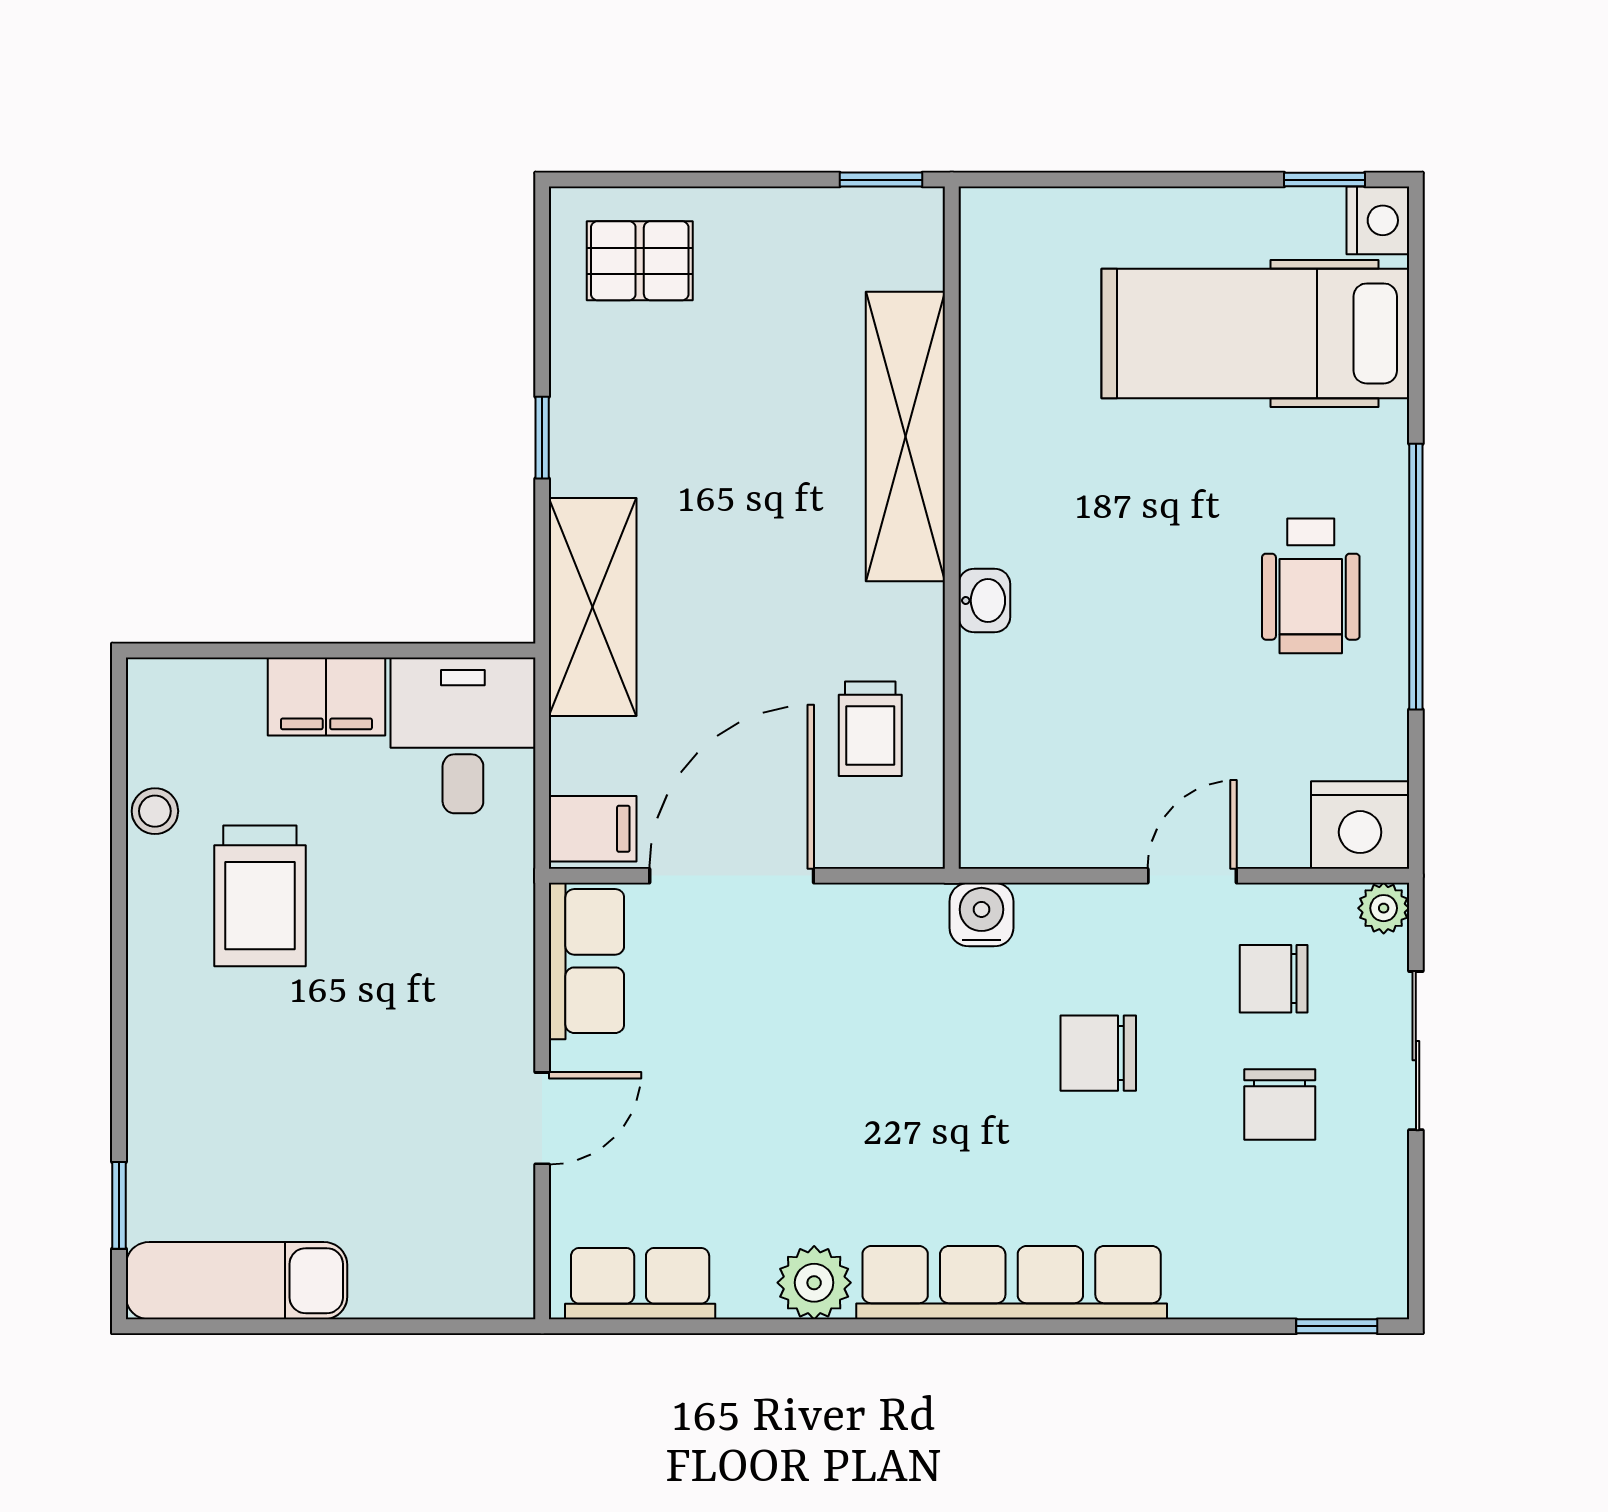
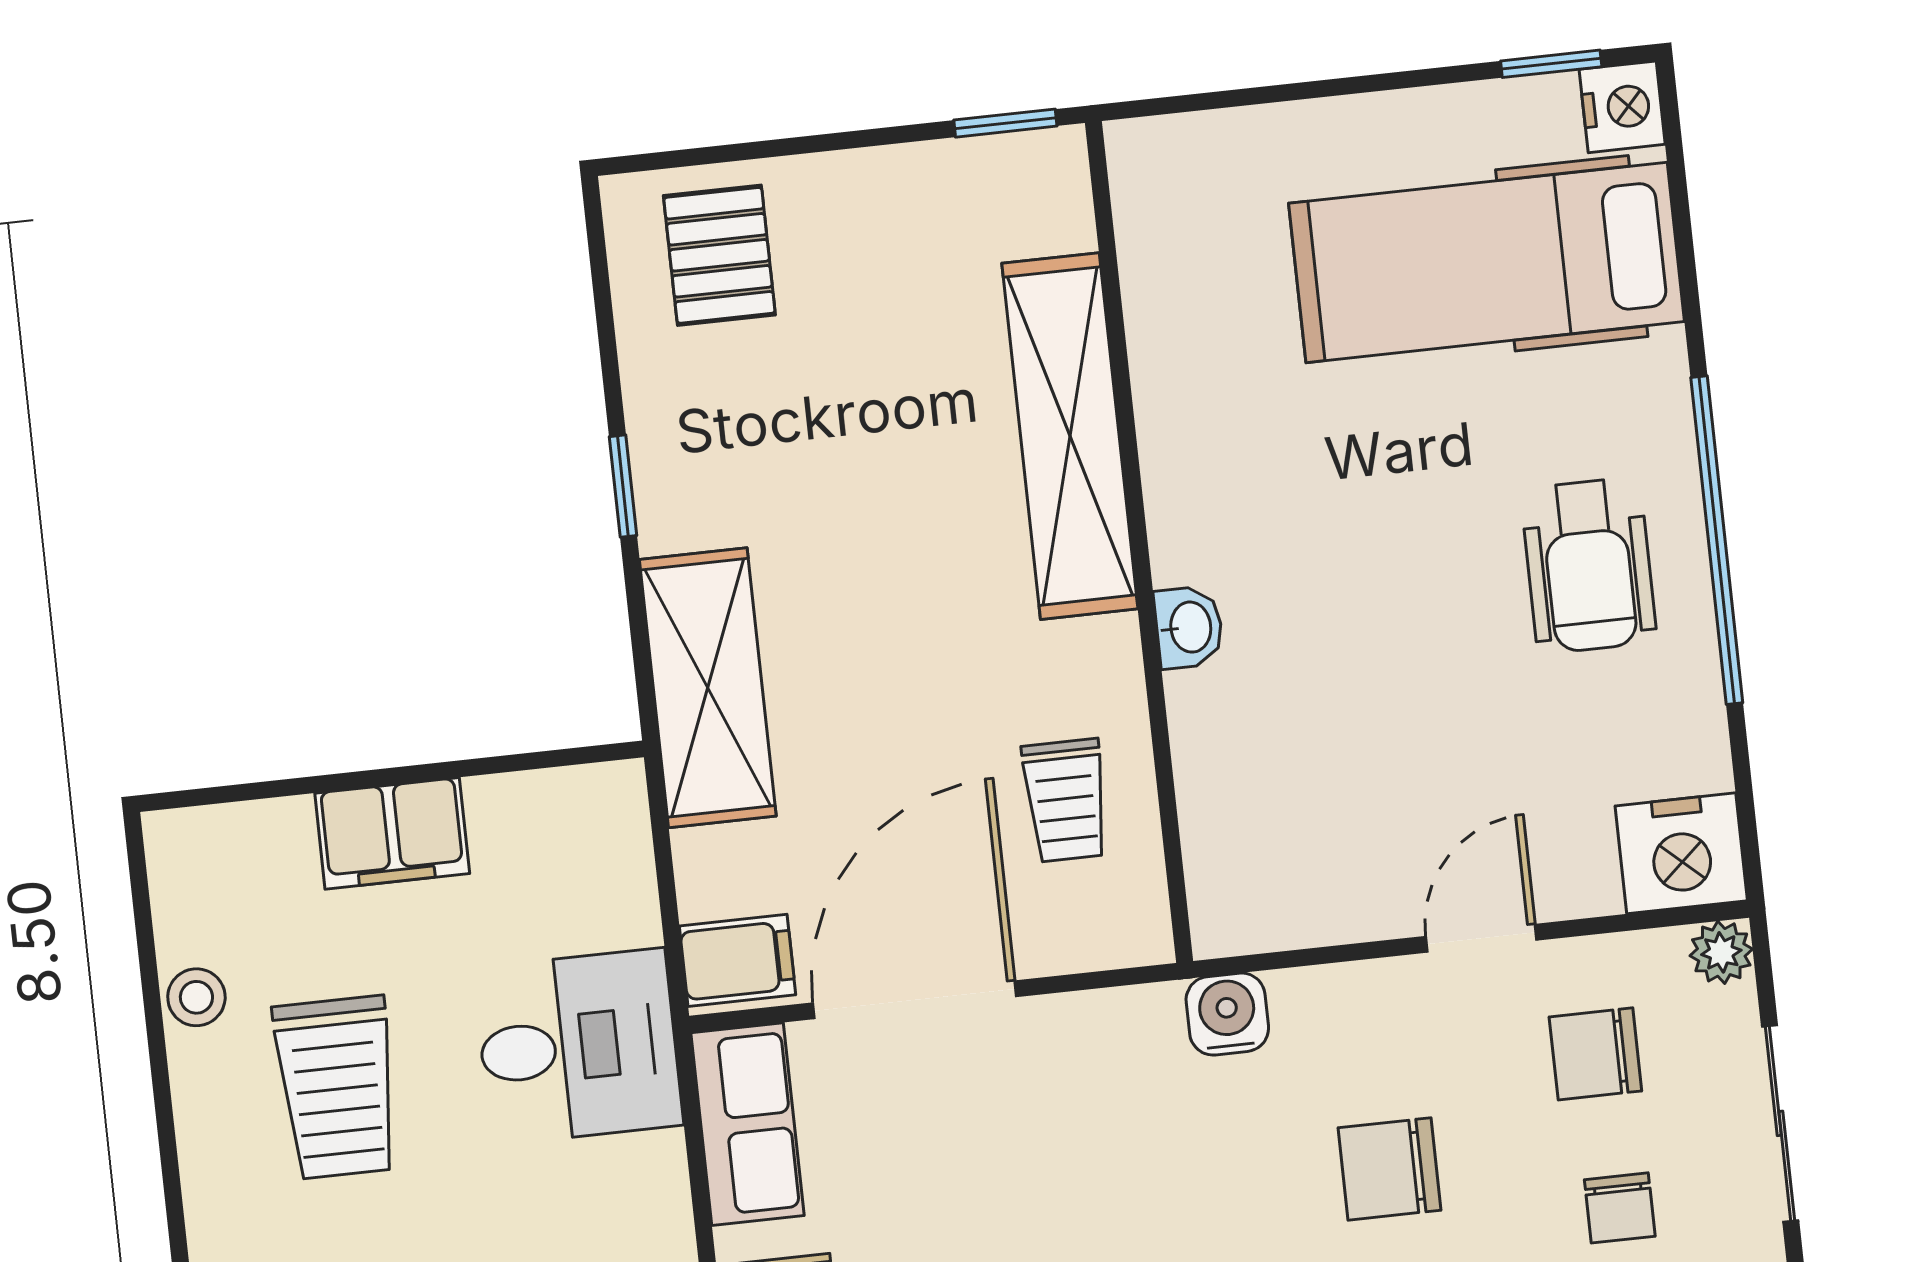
pallet: (640, 261) -> (719, 255), turned 90
desk: (463, 735) -> (578, 1047), moved, turned 90
chair: (1280, 1104) -> (1620, 1208), width x0.73, depth x0.73

